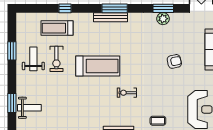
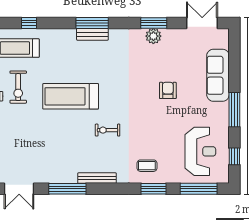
bench: (110, 17) -> (92, 34), width x0.73
armchair: (174, 61) -> (168, 90), turned -78
treadmill: (98, 66) -> (71, 96), turned 180

